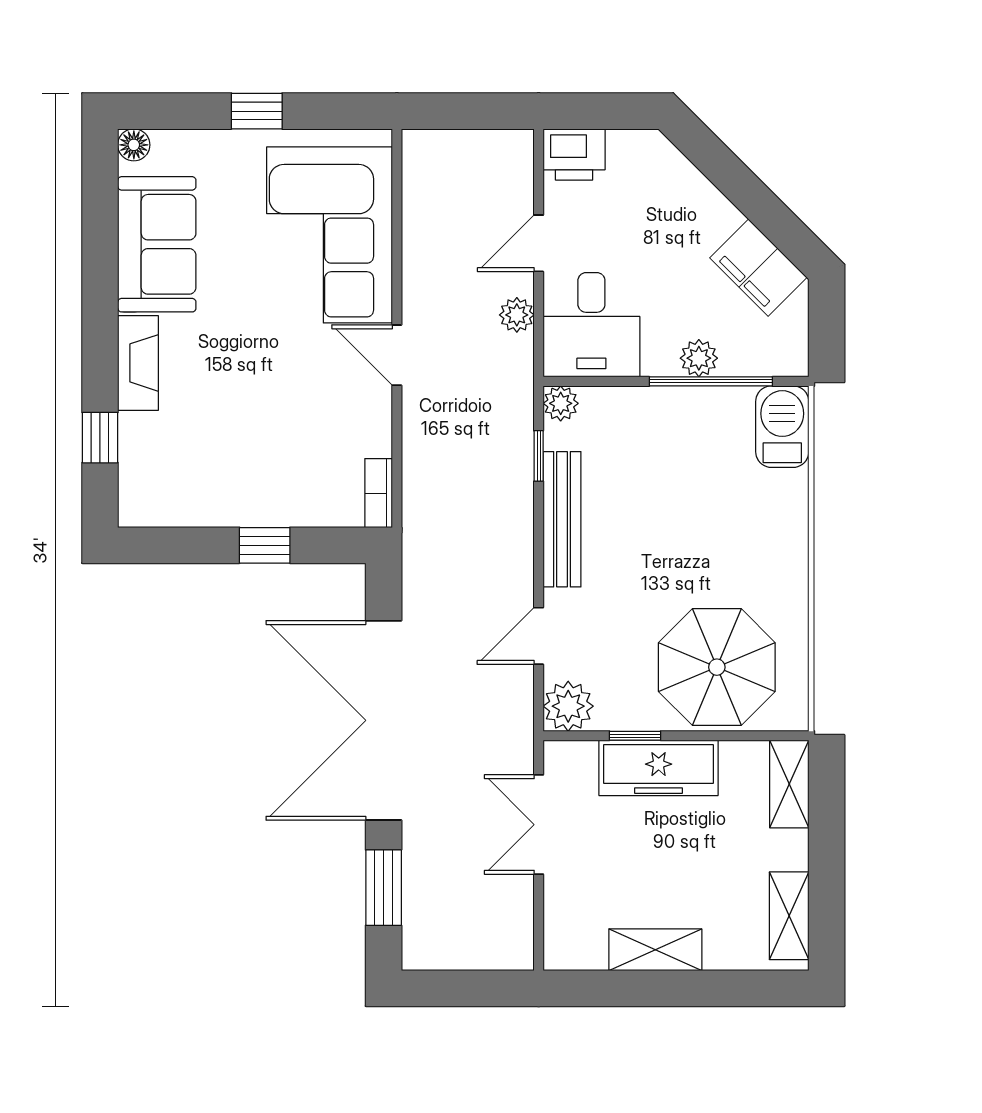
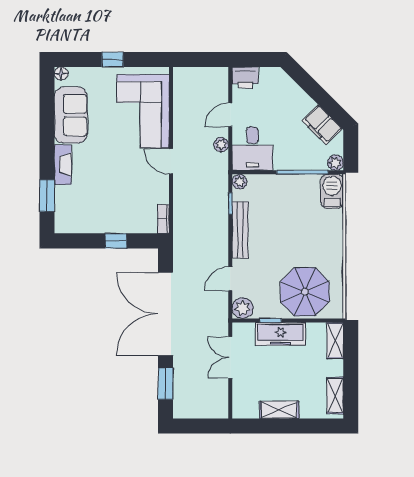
plant: (699, 358) -> (335, 163), moved
window: (100, 438) -> (47, 196), width x1.50

